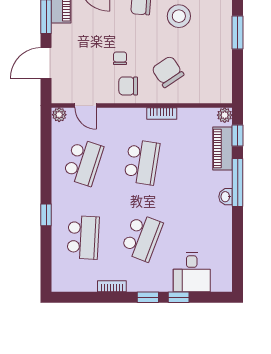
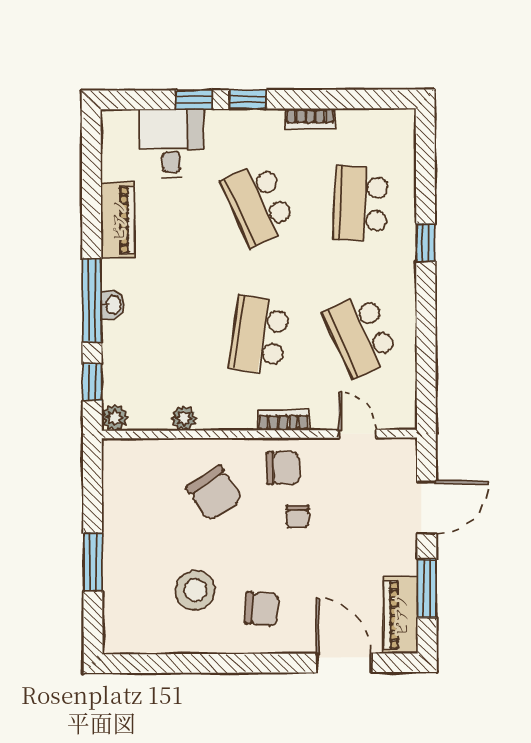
bookcase: (162, 114) -> (283, 420), moved
plant: (59, 115) -> (184, 418), moved
piano: (223, 149) -> (118, 220), moved
school desk: (83, 162) -> (361, 335), turned -42
washbasin: (226, 197) -> (113, 305), moved
school desk: (142, 237) -> (259, 204), turned -45

